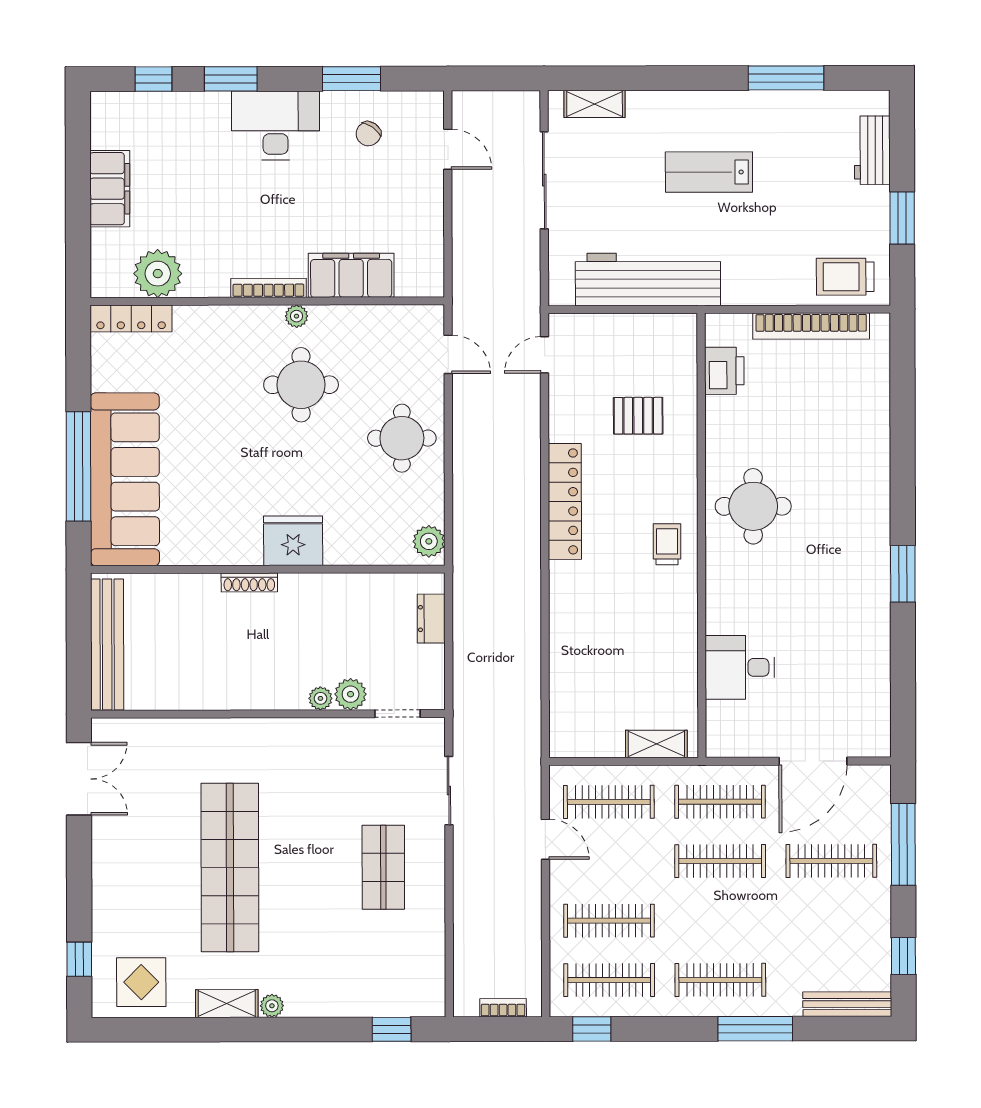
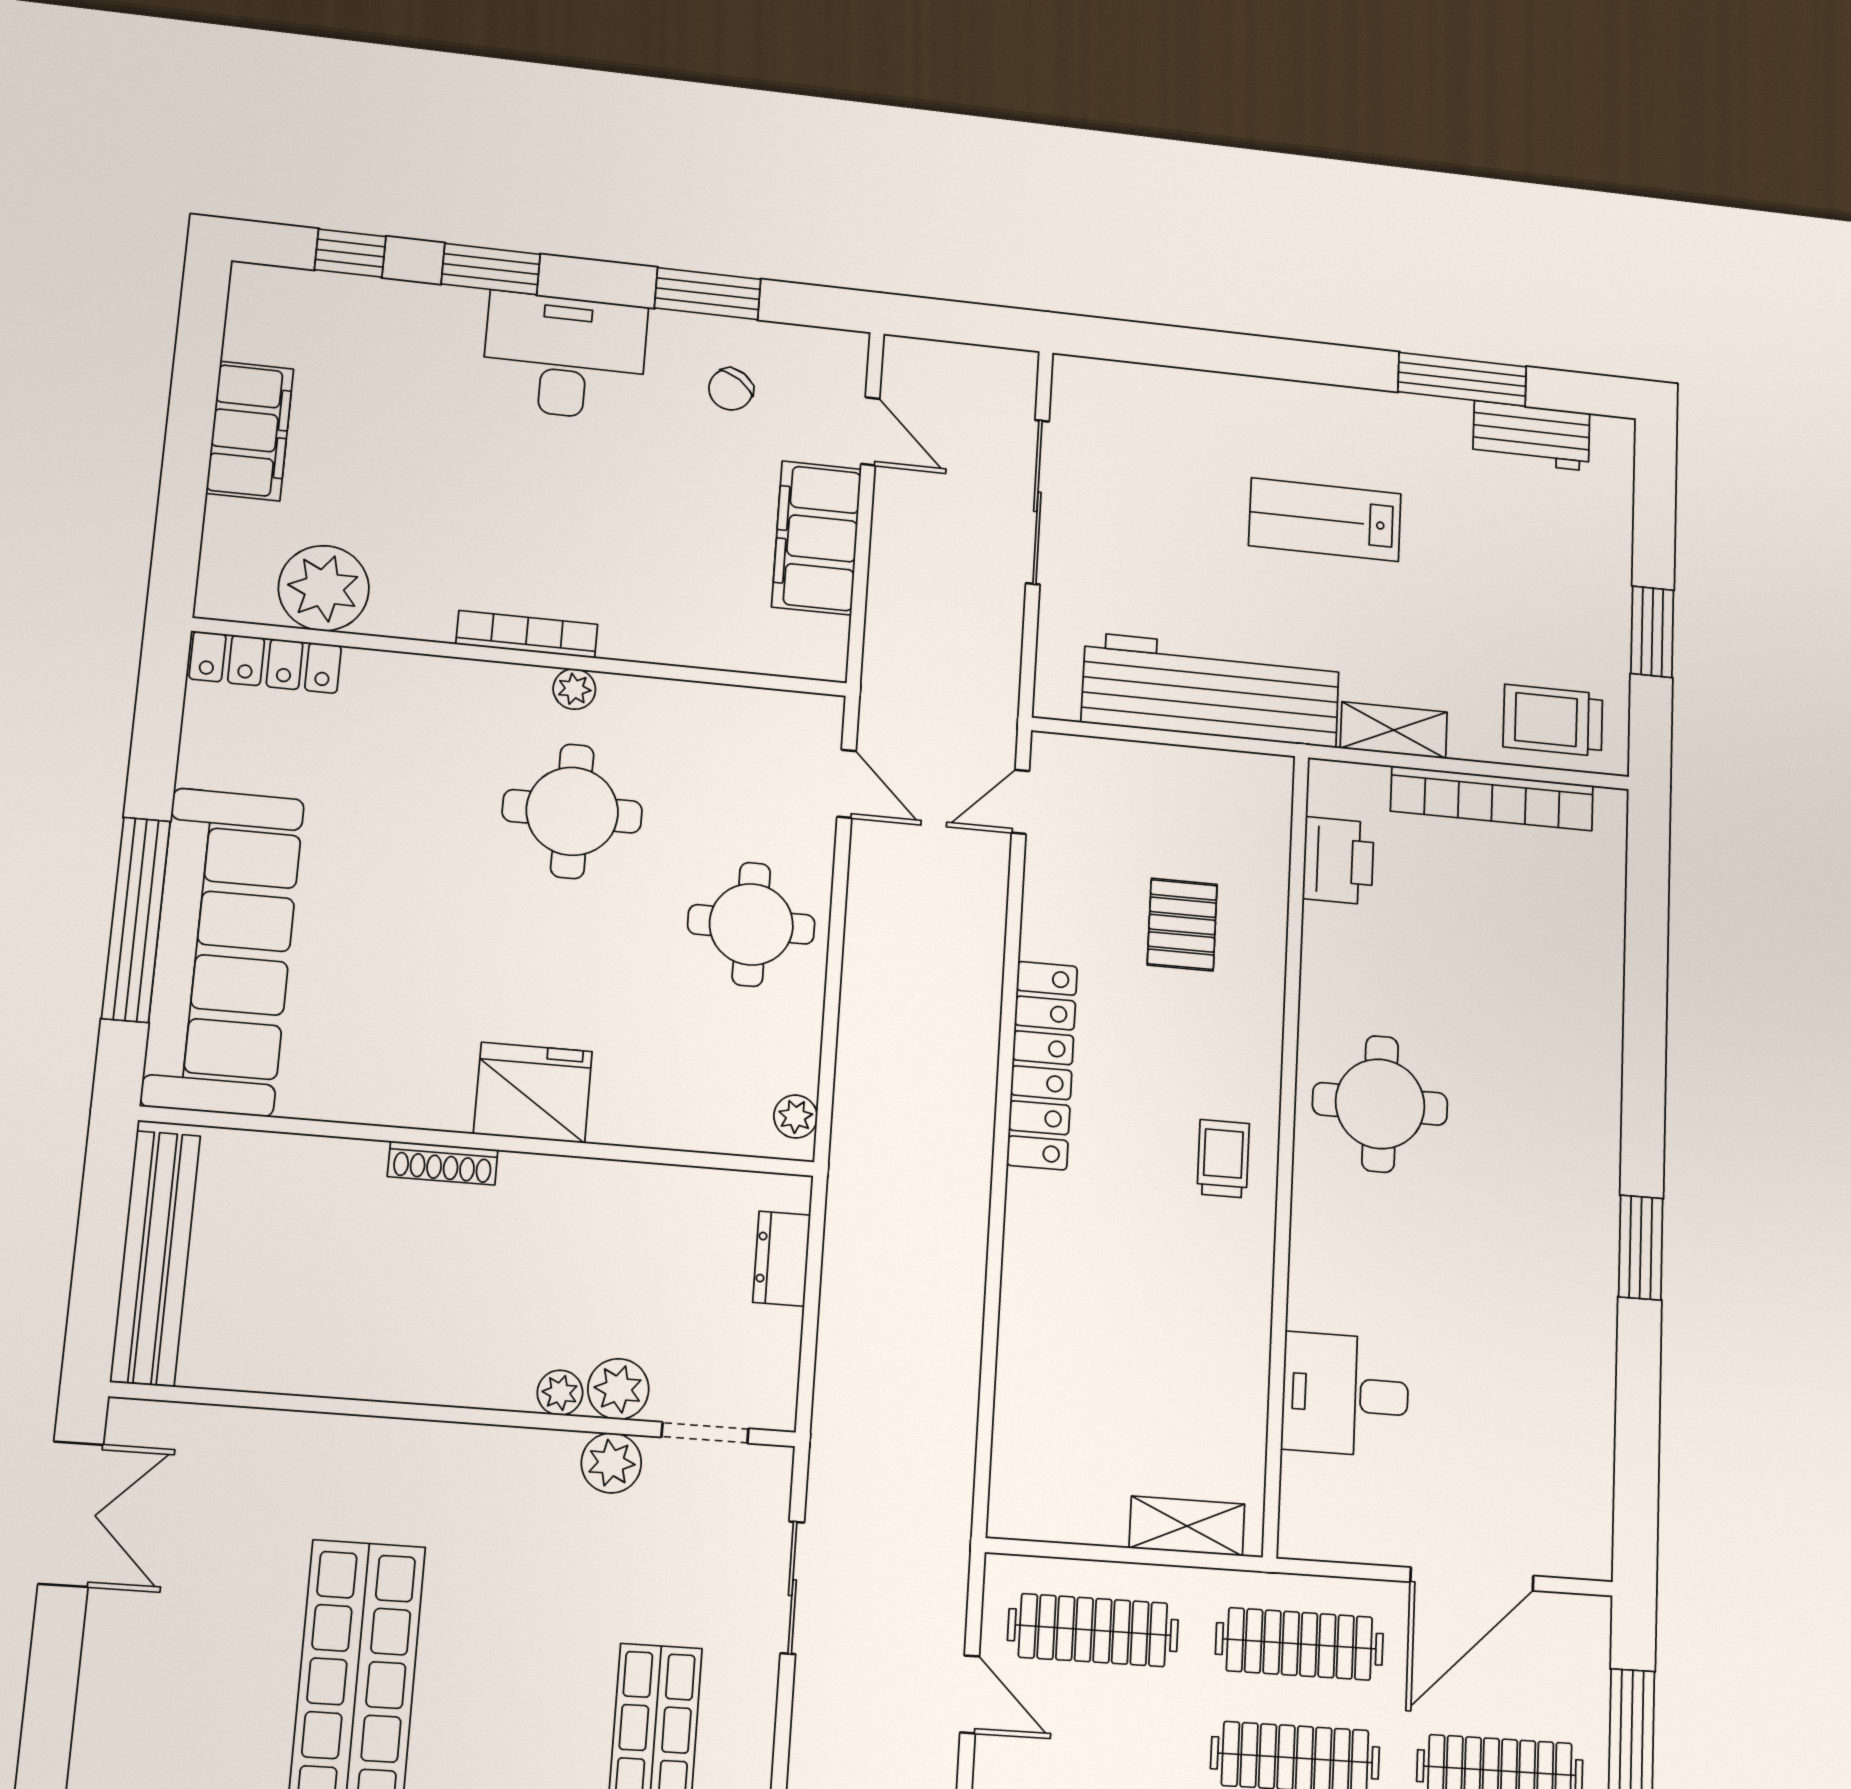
shelving: (595, 104) -> (1394, 730), moved
workbench: (872, 150) -> (1531, 436), moved, turned -90
filing cabinet: (351, 275) -> (817, 538), moved, turned -90
pallet: (638, 416) -> (1182, 925), turned 90
plant: (429, 541) -> (796, 1117), width x0.73, depth x0.73
plant: (350, 733) -> (611, 1463), added

